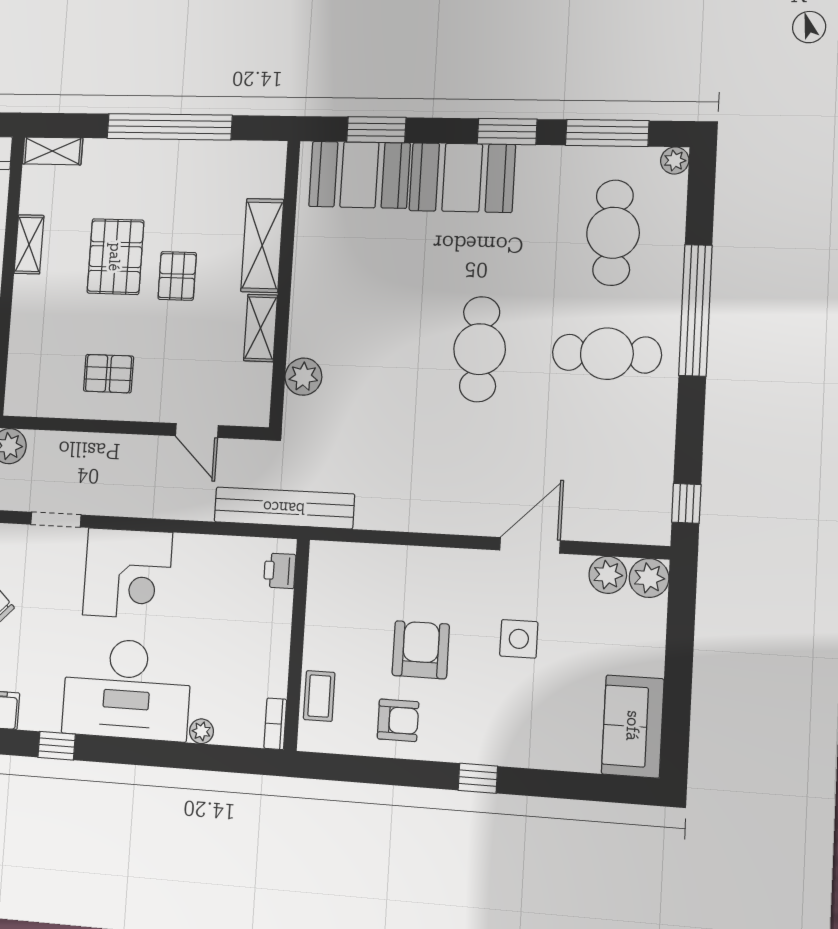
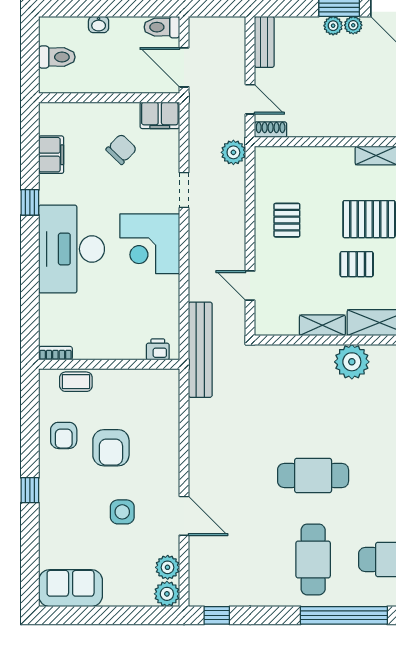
plant: (303, 377) -> (352, 362), moved, width x1.36, depth x1.36
door: (197, 431) -> (250, 286), hinge flipped
armchair: (421, 650) -> (111, 448), turned 90
plant: (201, 731) -> (47, 303), removed

